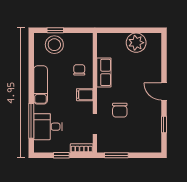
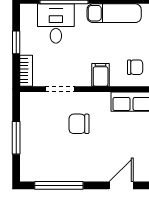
door: (164, 91) -> (121, 185), moved
window: (164, 125) -> (59, 185), width x2.17
window: (116, 155) -> (16, 138), moved

